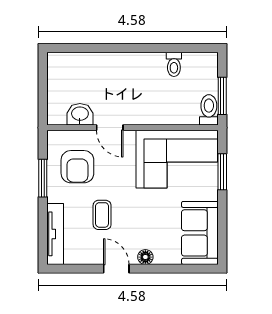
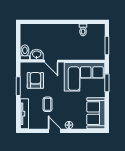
toilet: (209, 110) -> (25, 52), moved
armchair: (77, 167) -> (35, 80), turned 180

